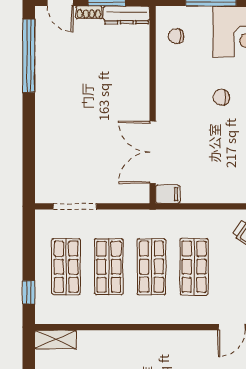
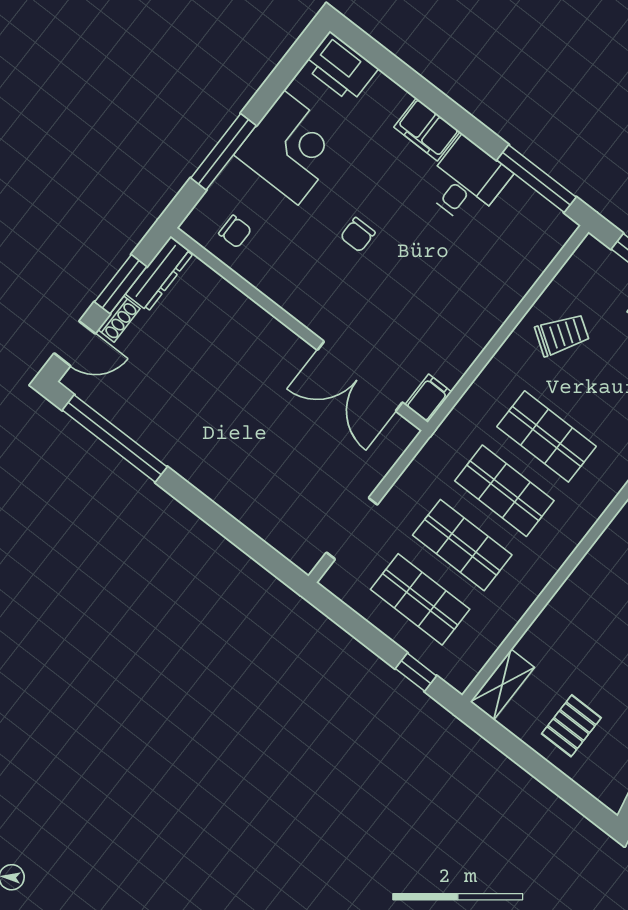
chair: (176, 36) -> (235, 232), turned -90

